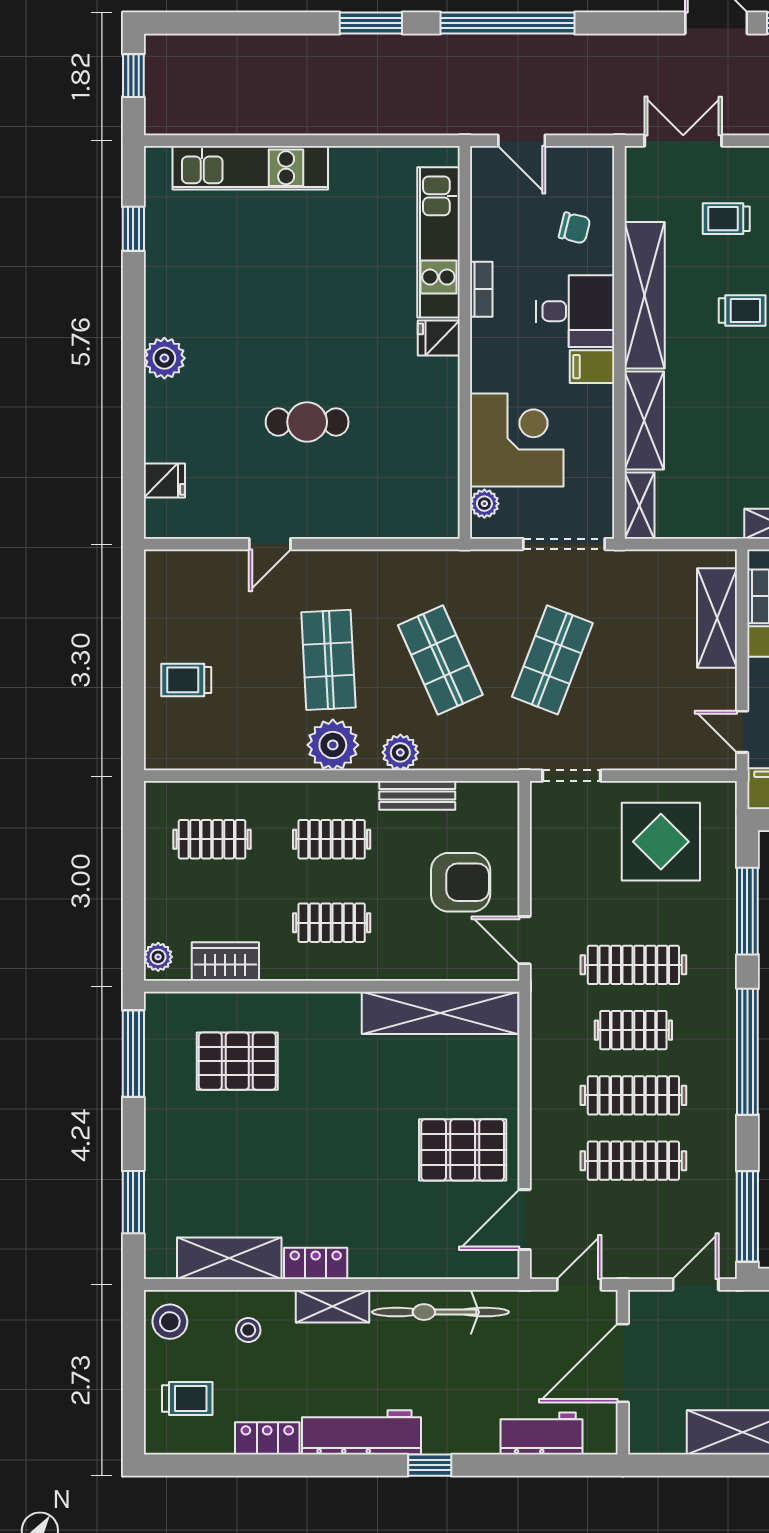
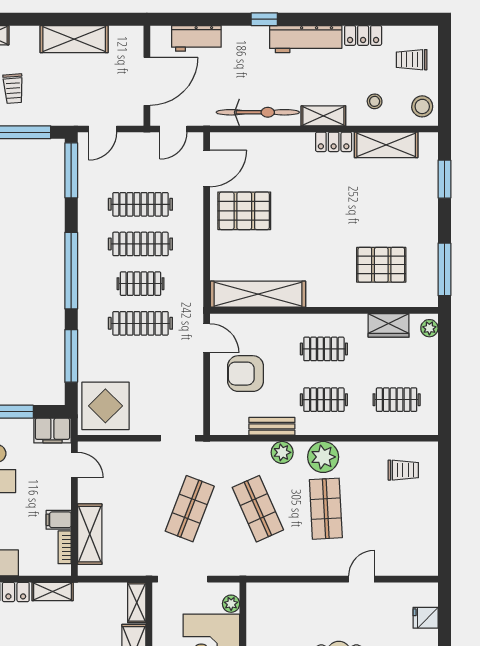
trolley: (186, 680) -> (403, 470), moved
display table: (661, 842) -> (105, 406), moved

